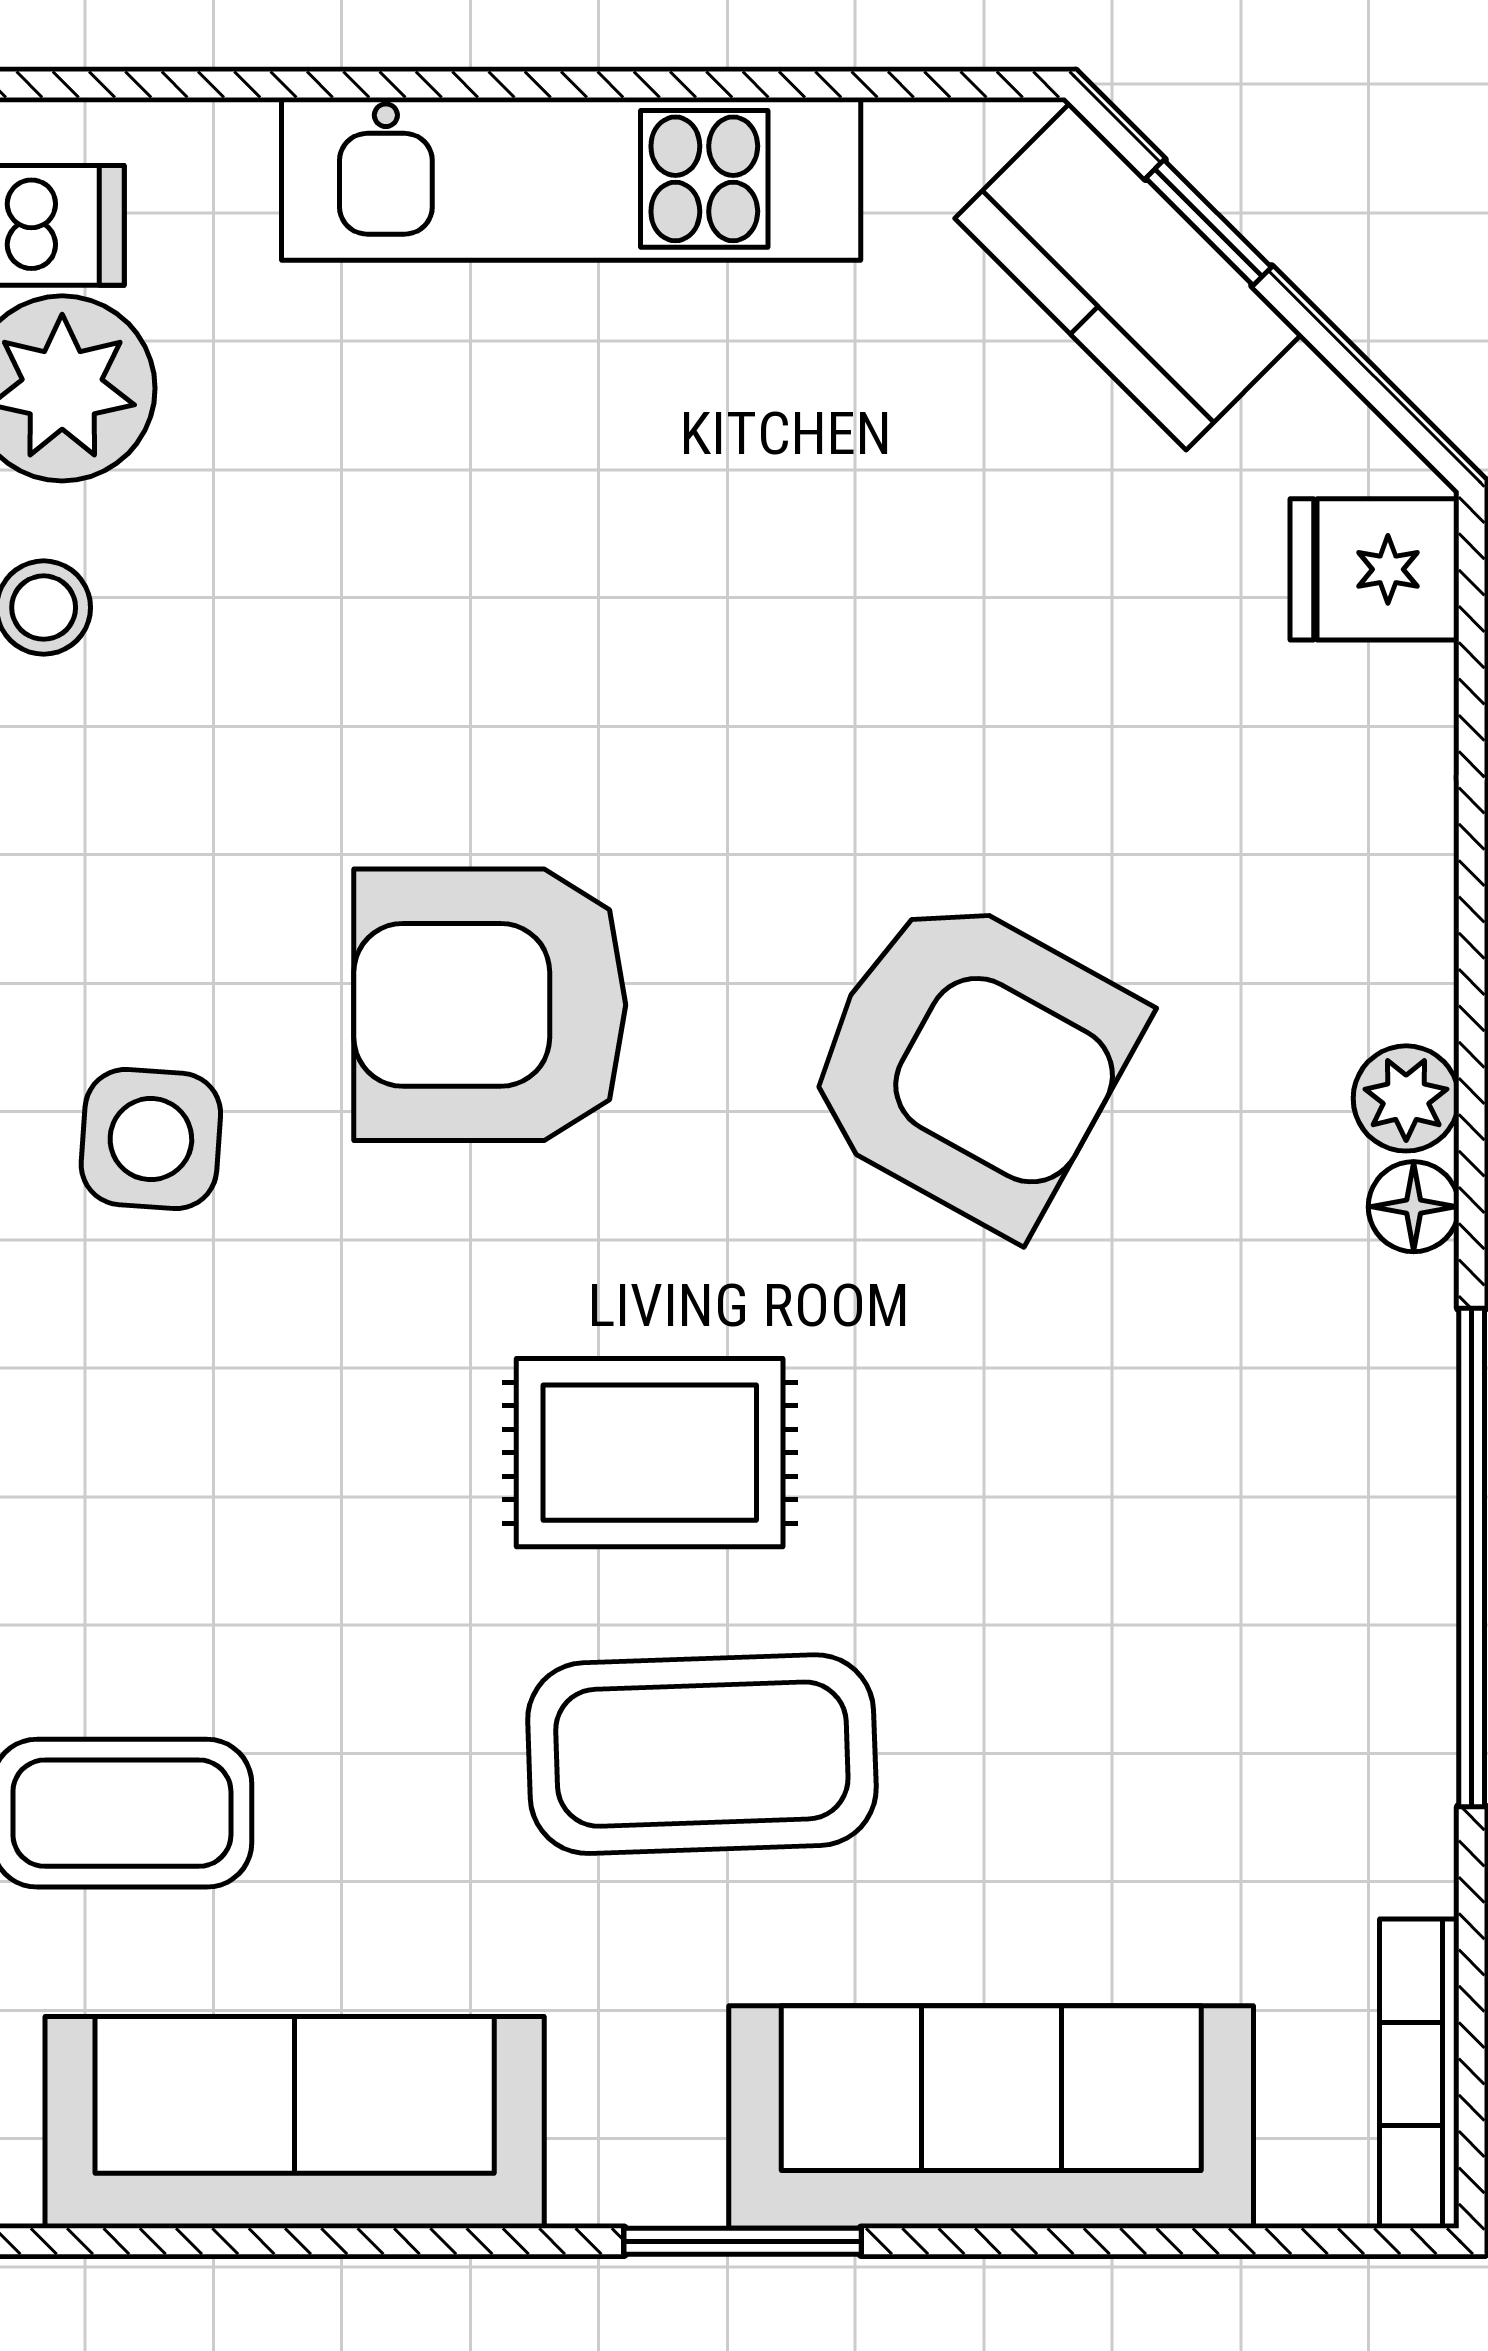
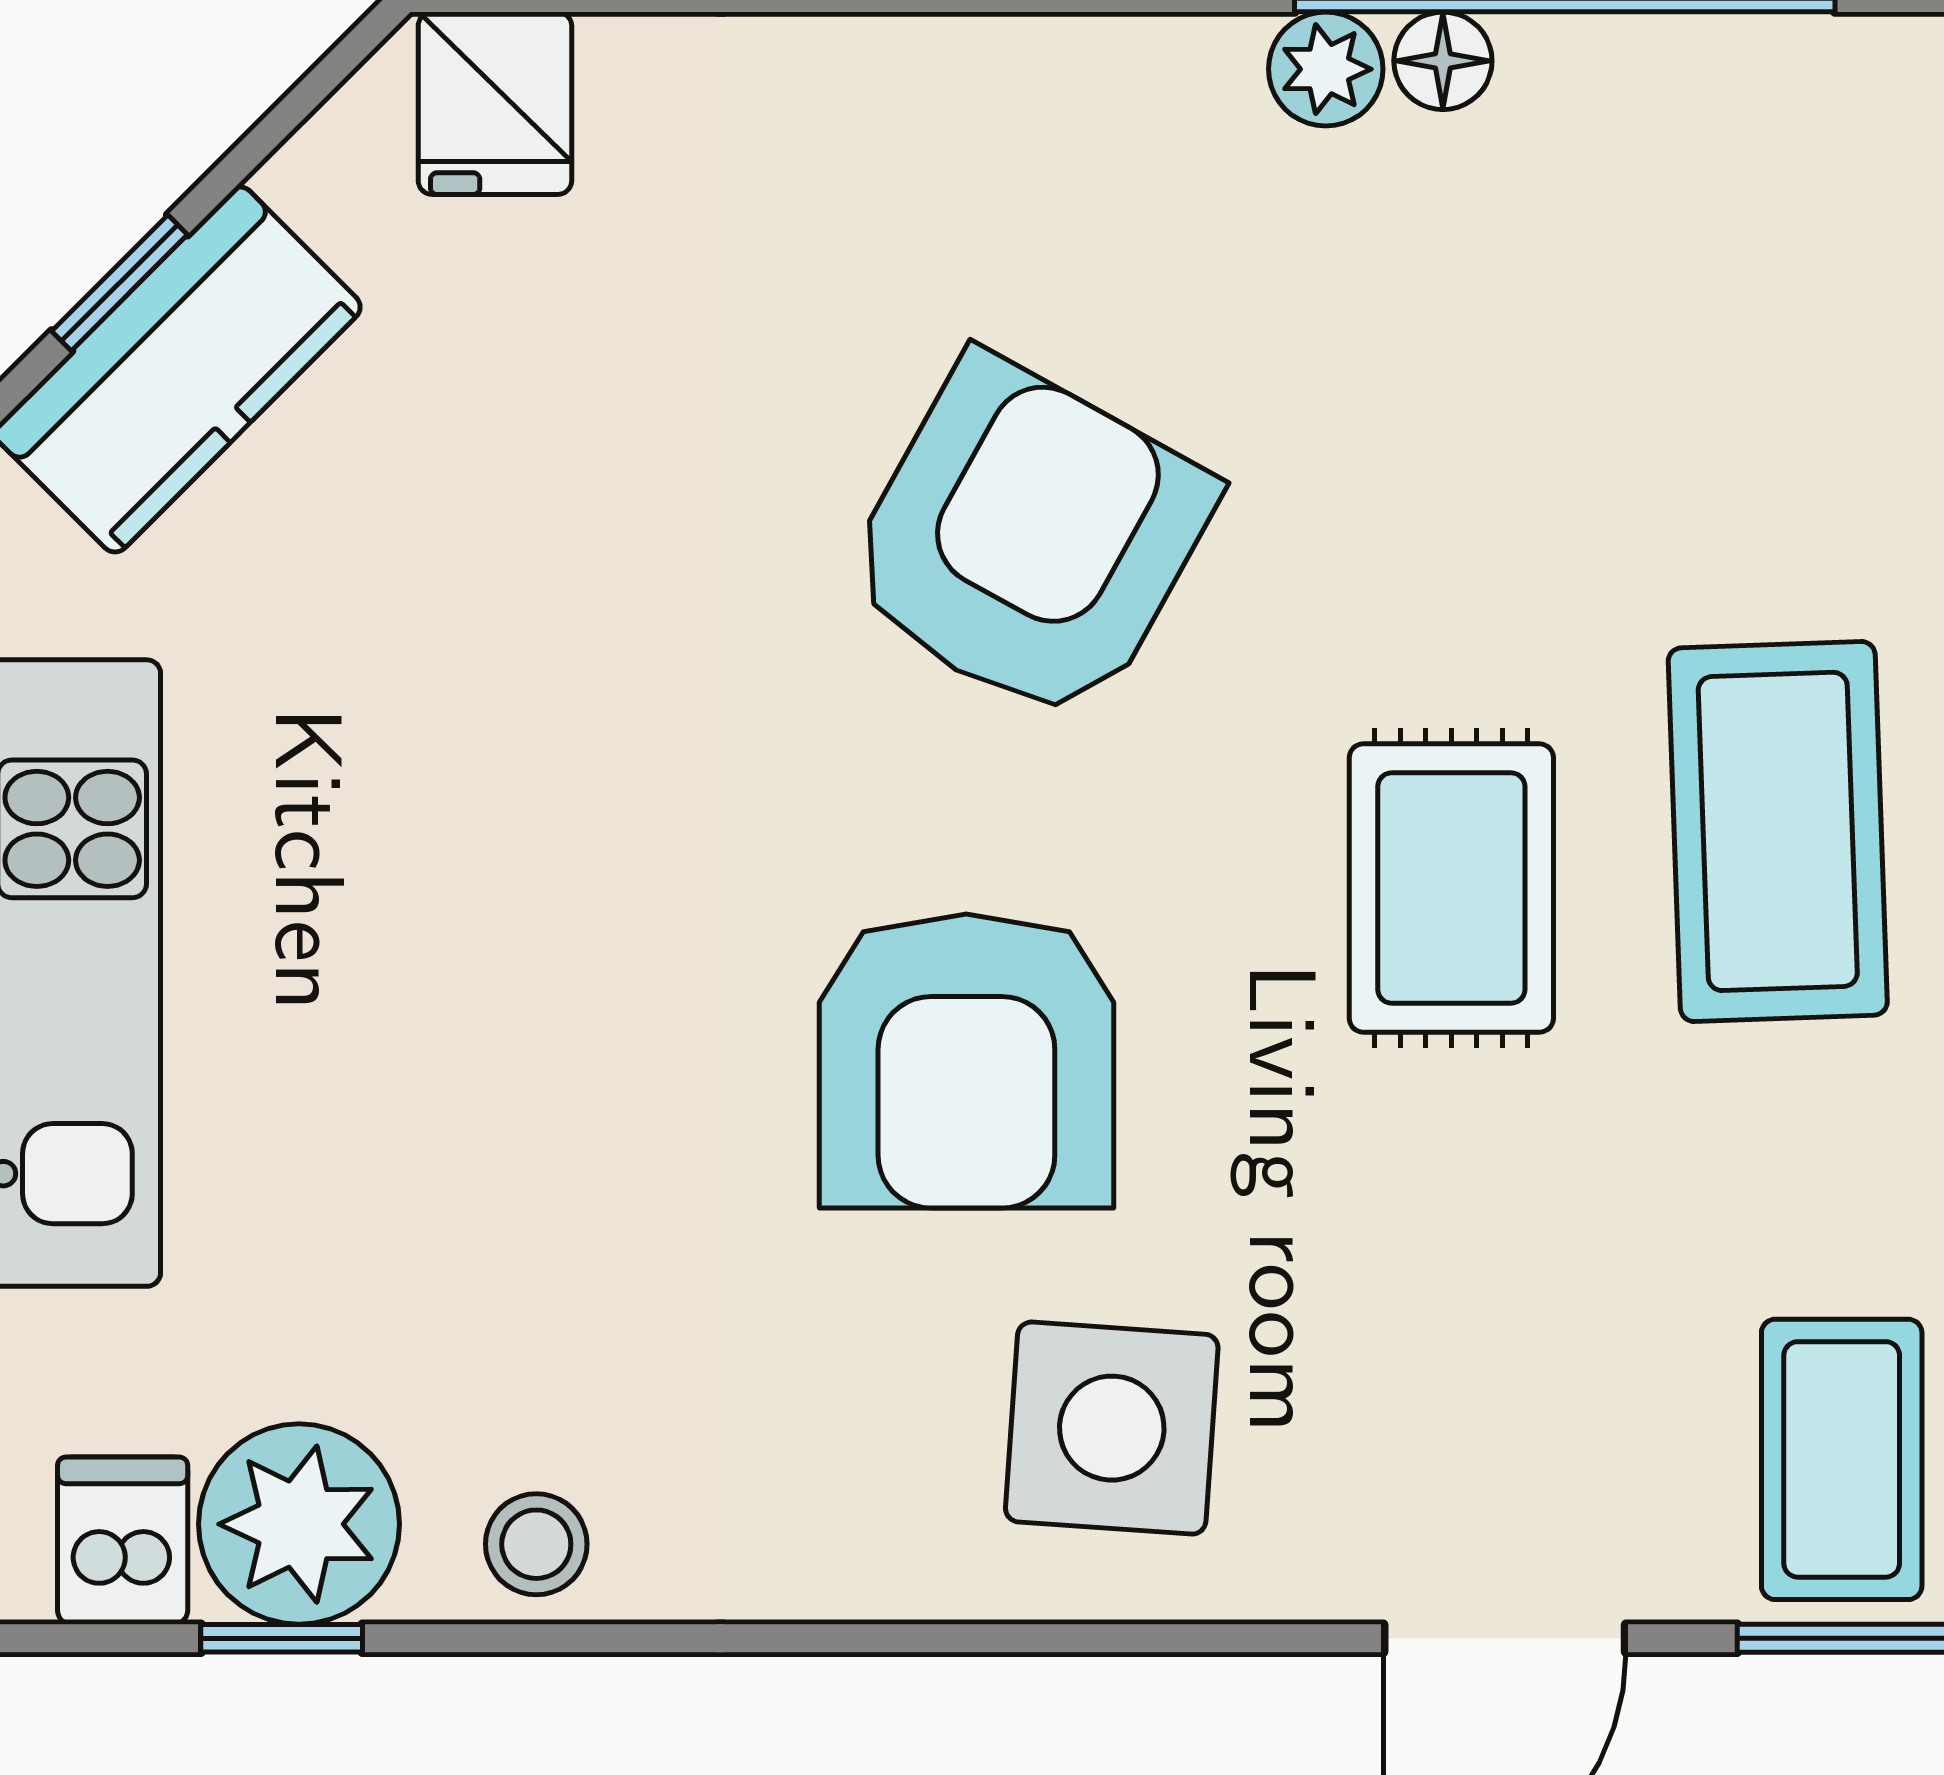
plant: (1406, 1098) -> (1326, 69), moved
side table: (151, 1139) -> (1112, 1428), width x1.37, depth x1.37
floor lamp: (1414, 1207) -> (1443, 61), moved

